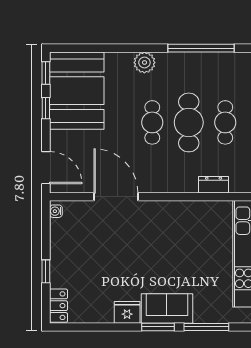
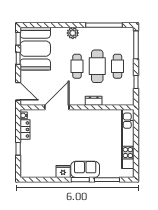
dresser: (214, 185) -> (94, 101), moved
door: (116, 197) -> (57, 107), hinge flipped
locker: (58, 306) -> (25, 129), moved

